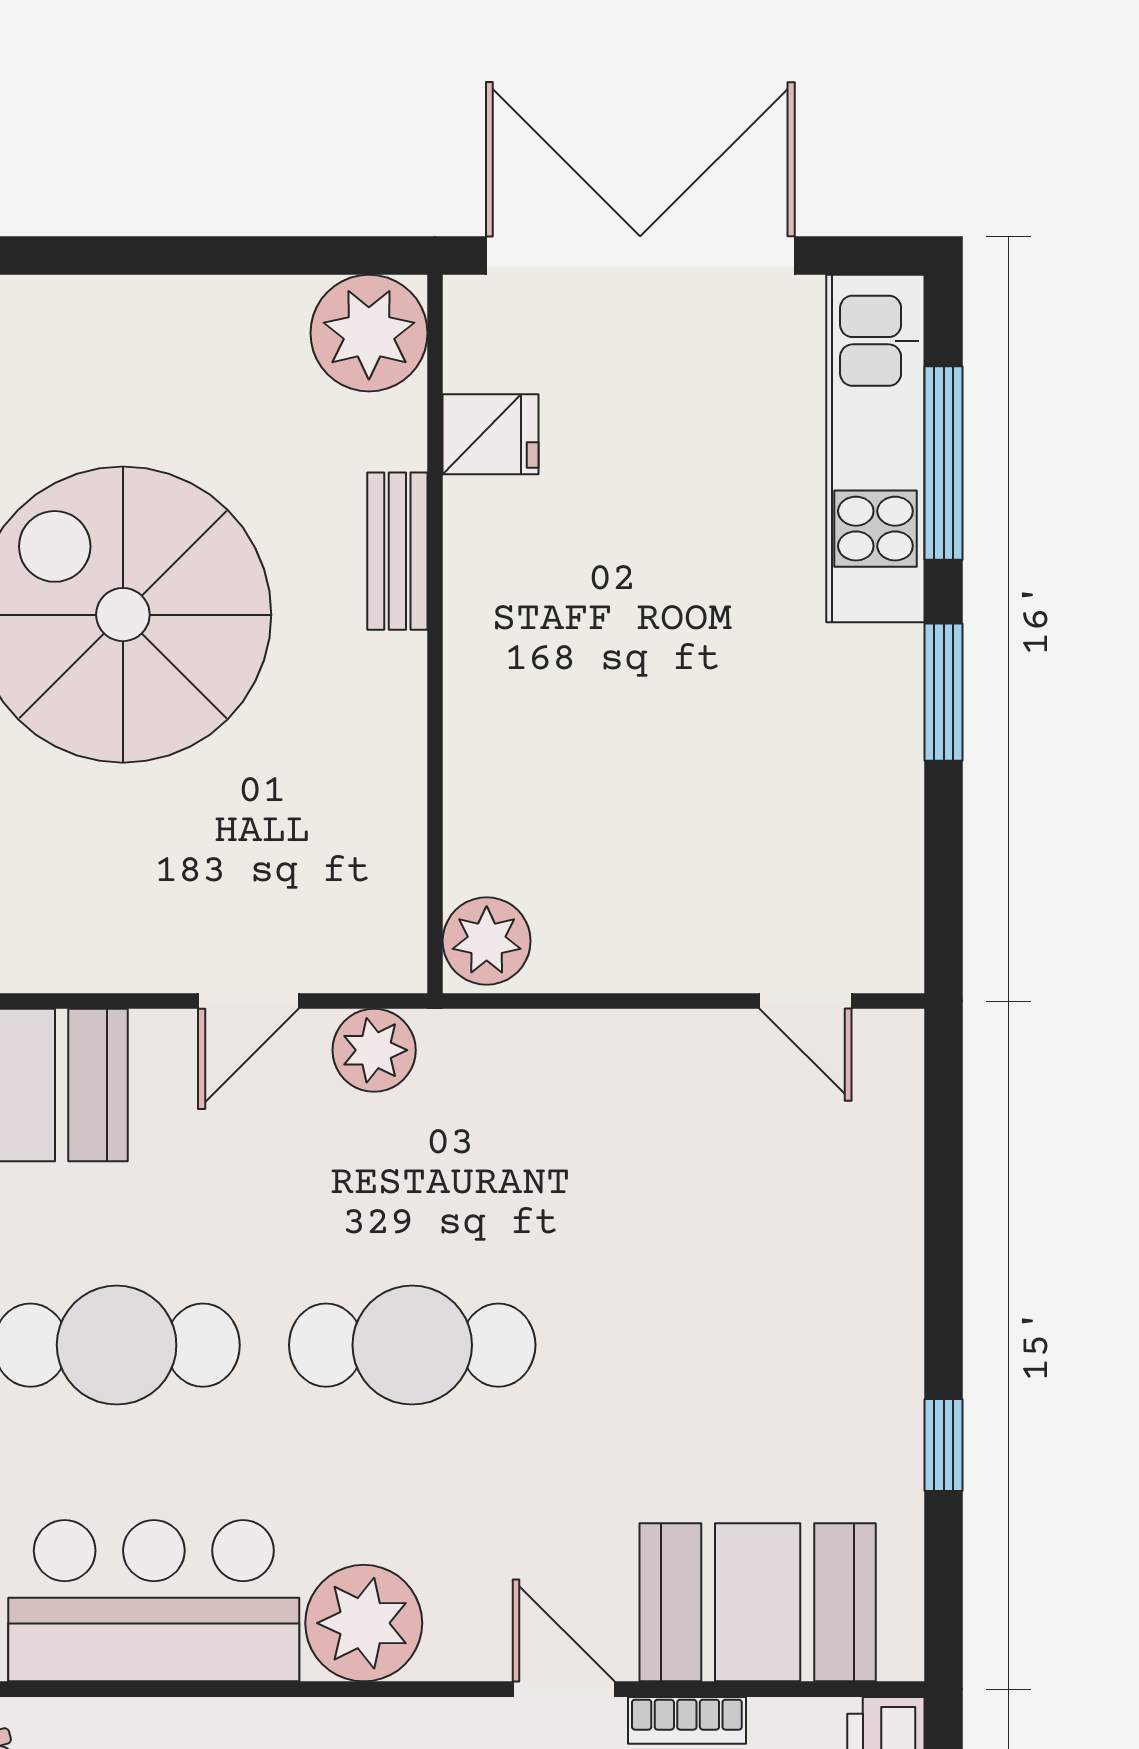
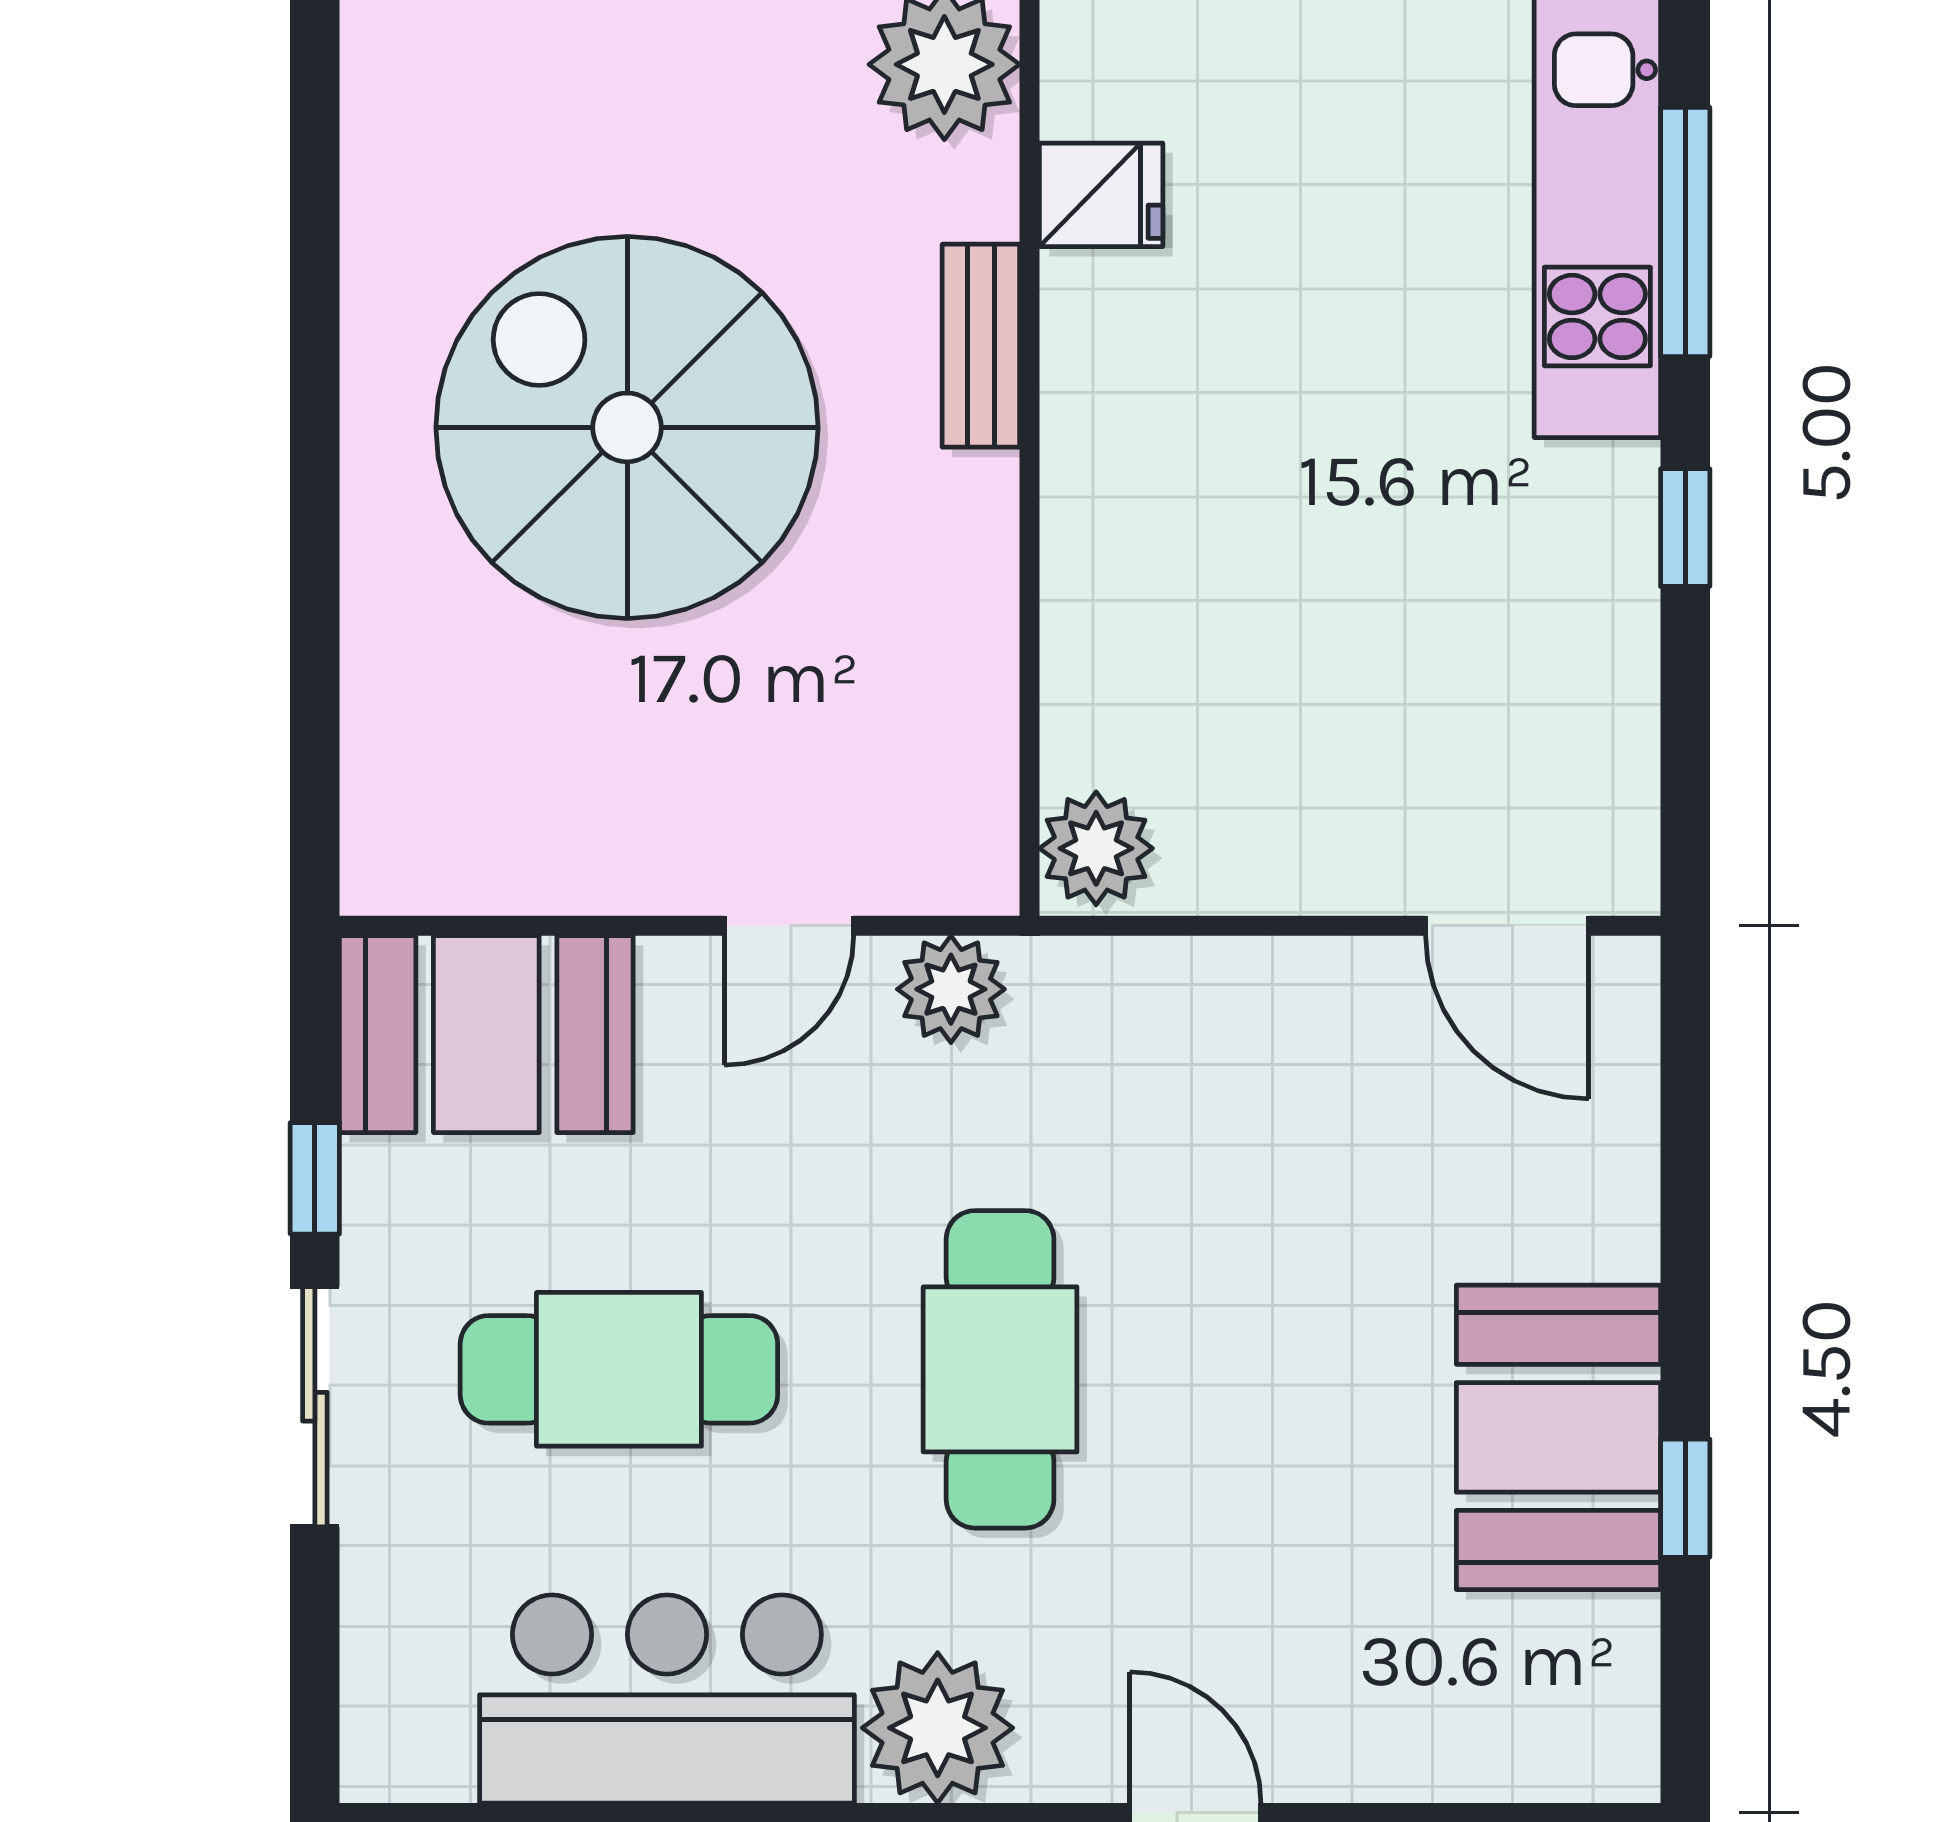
window: (944, 692) -> (1685, 528), width x0.67
door: (805, 1001) -> (1507, 926), width x1.38
cafe table: (412, 1345) -> (1000, 1369), turned 90
booth: (758, 1602) -> (1558, 1437), moved, turned 90

